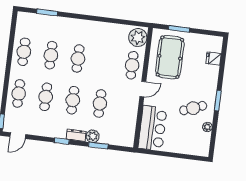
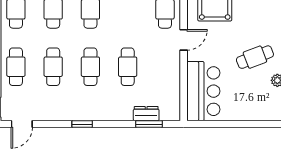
dresser: (76, 135) -> (146, 114), moved
plant: (93, 136) -> (124, 112), removed
window: (98, 146) -> (149, 124), moved

